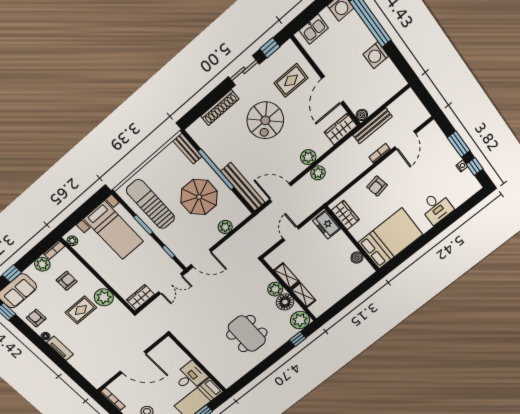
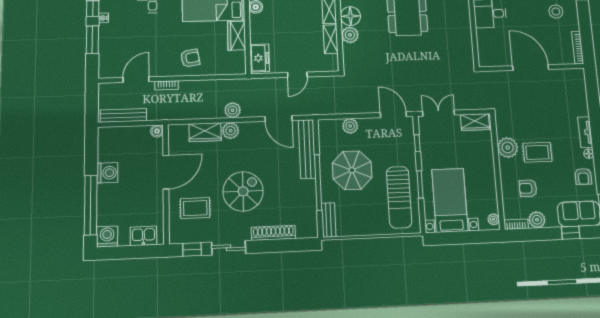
bench: (373, 126) -> (123, 115), moved
wardrobe: (341, 129) -> (205, 132), moved
wardrobe: (345, 215) -> (237, 36), moved

